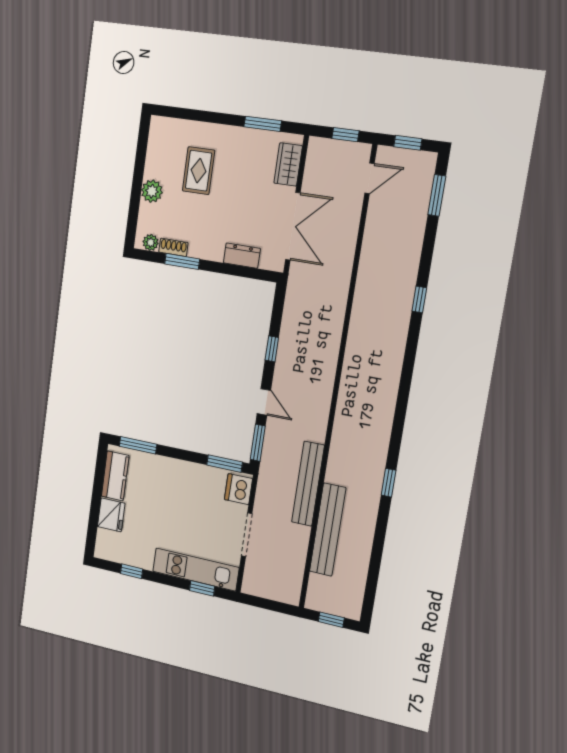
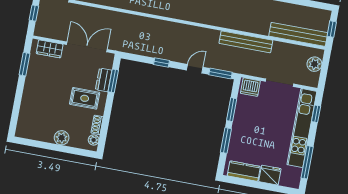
rug: (199, 171) -> (85, 98), moved
window: (182, 261) -> (113, 81), moved
window: (138, 445) -> (226, 140), moved
window: (225, 464) -> (232, 110), moved
bench: (328, 530) -> (298, 34), moved
kitchen unit: (196, 569) -> (302, 128), width x1.36
window: (132, 571) -> (307, 162), width x2.17
plant: (276, 590) -> (314, 64), added

